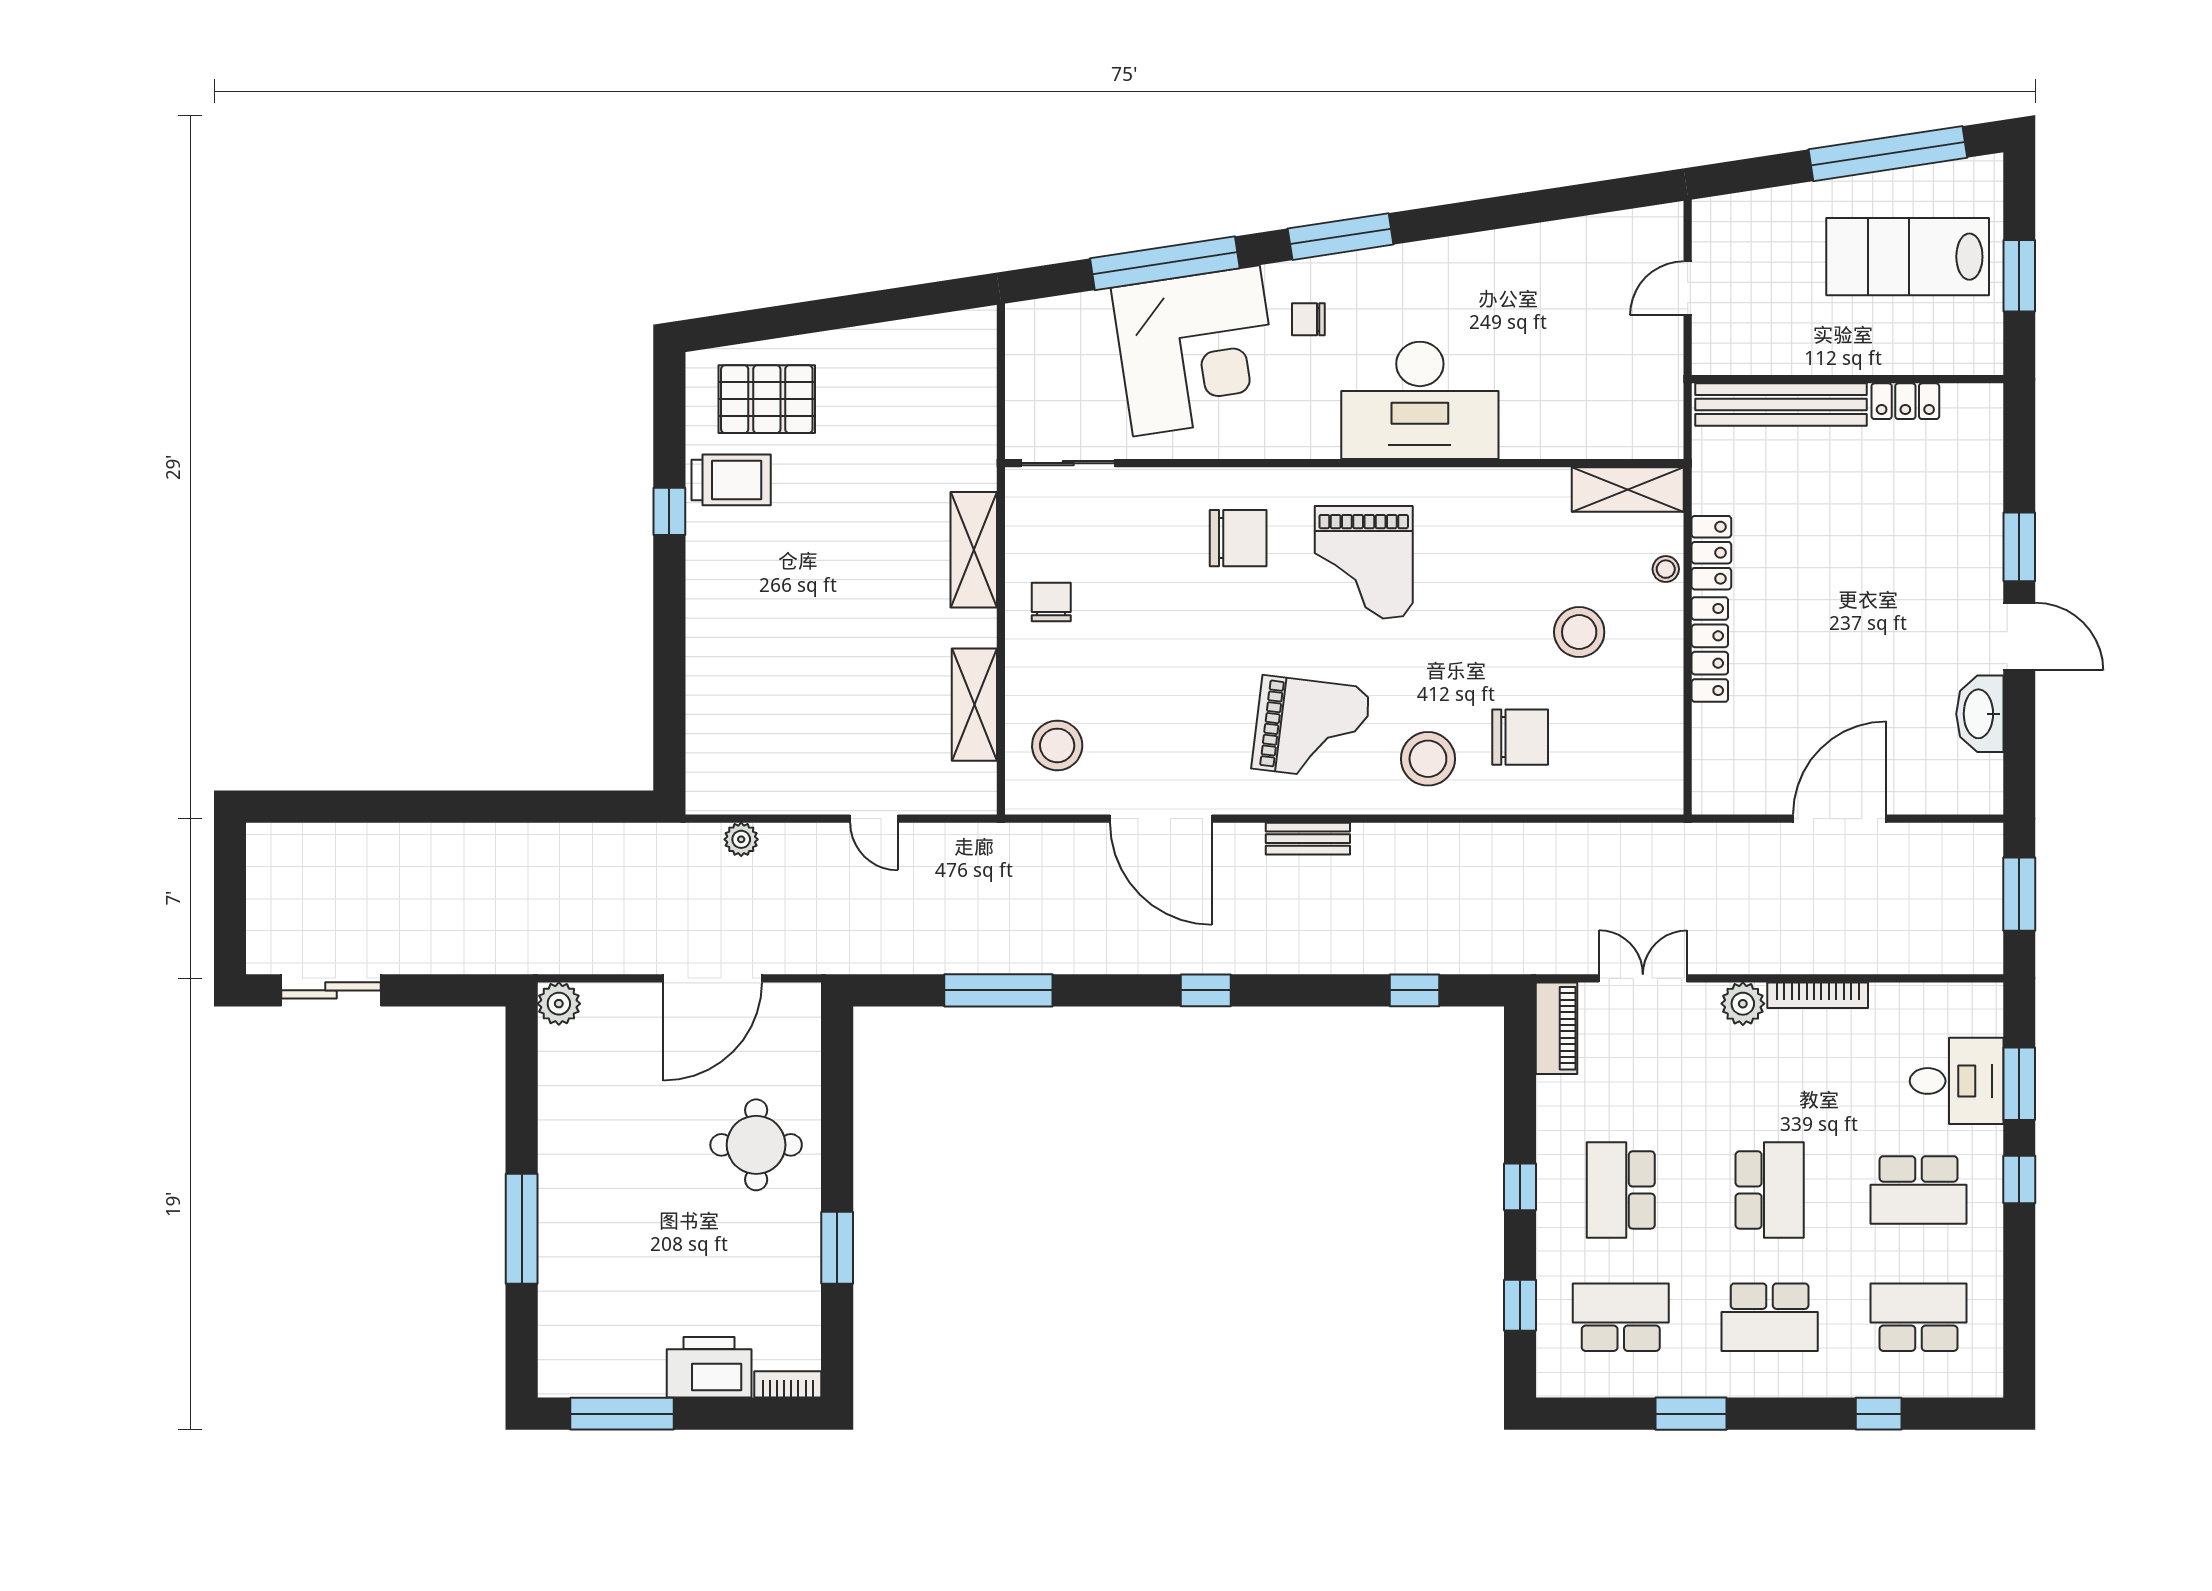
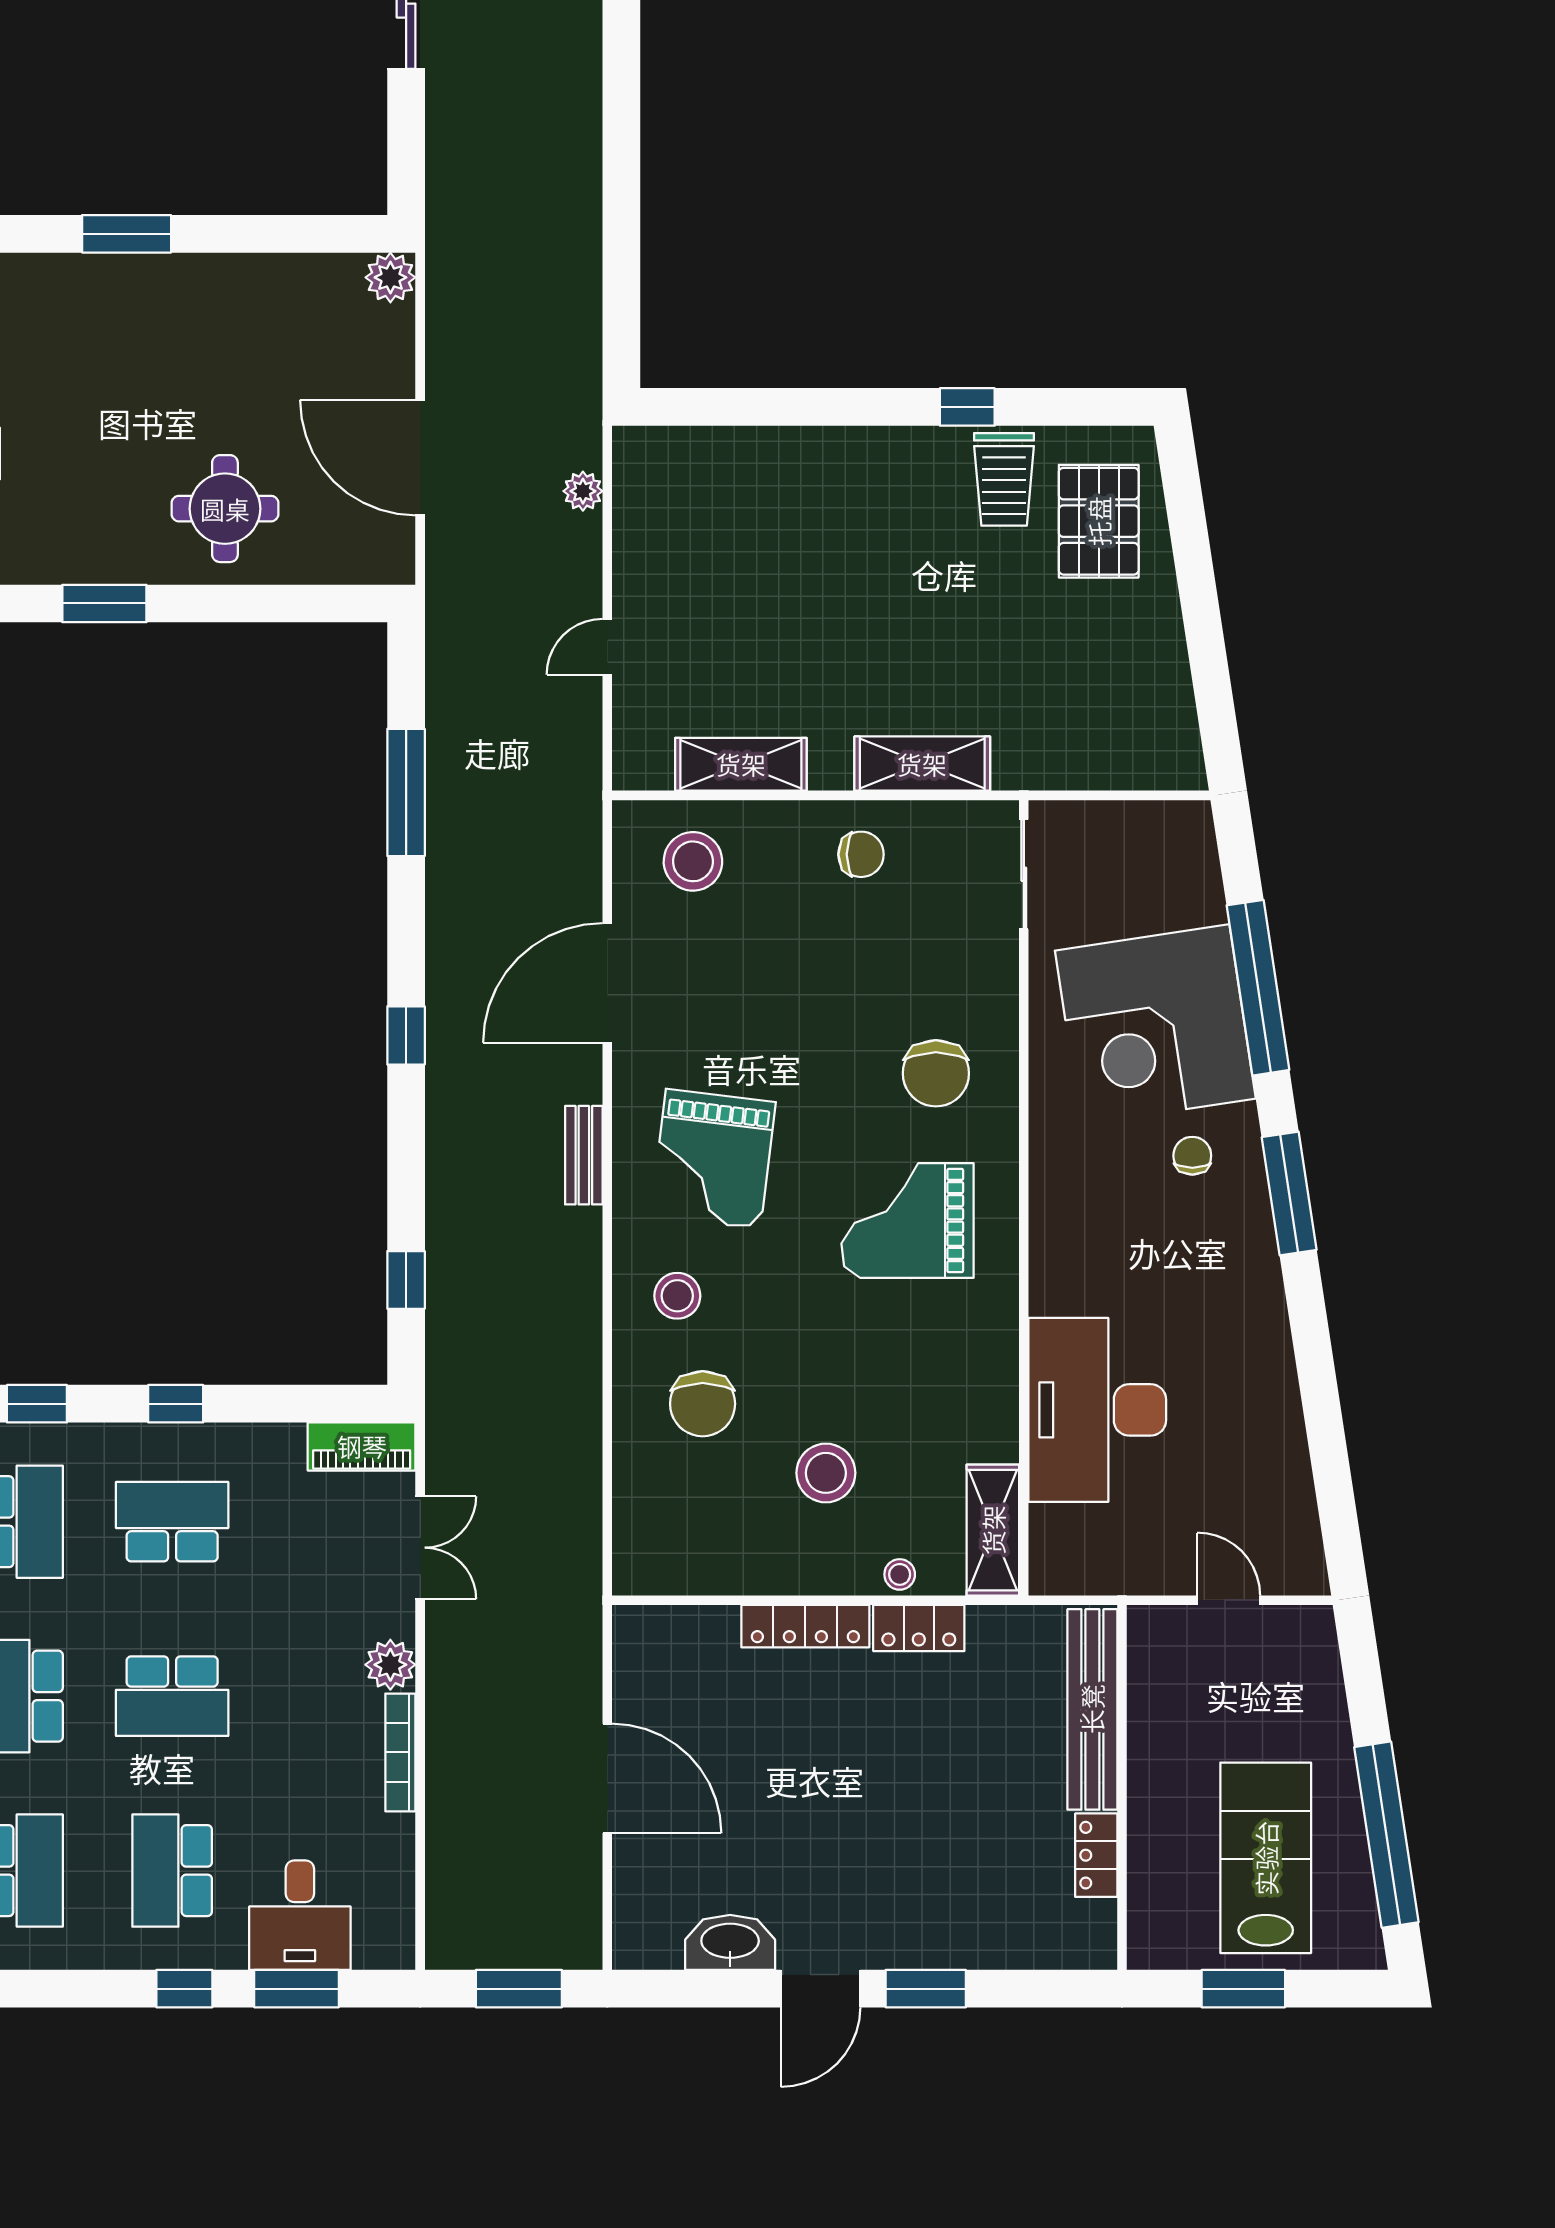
desk: (1420, 400) -> (1097, 1410), moved
stool: (1428, 759) -> (677, 1296), width x0.73, depth x0.73
window: (522, 1229) -> (127, 234), width x0.69

